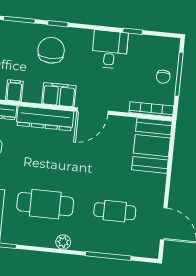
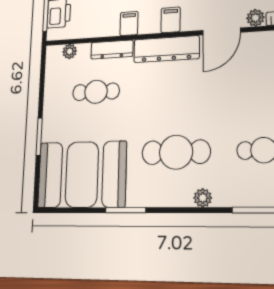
filing cabinet: (59, 95) -> (171, 20), width x0.50
plant: (121, 105) -> (255, 18), added

